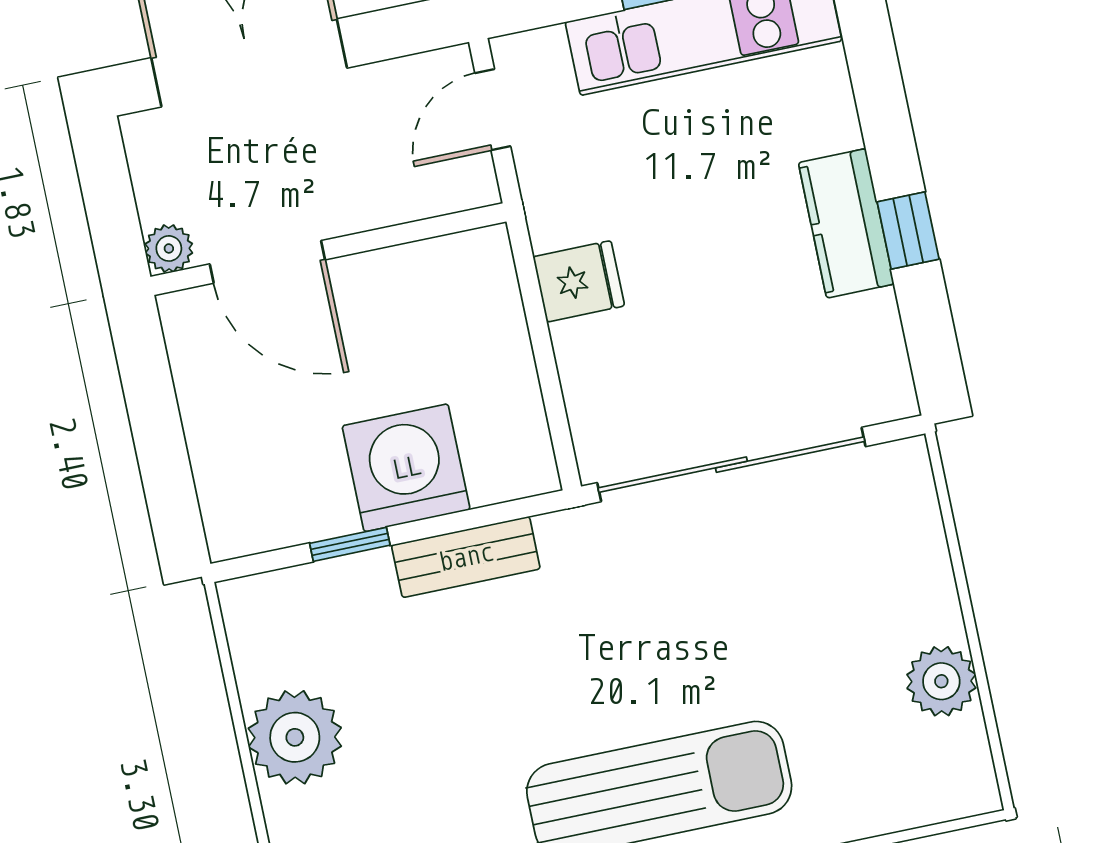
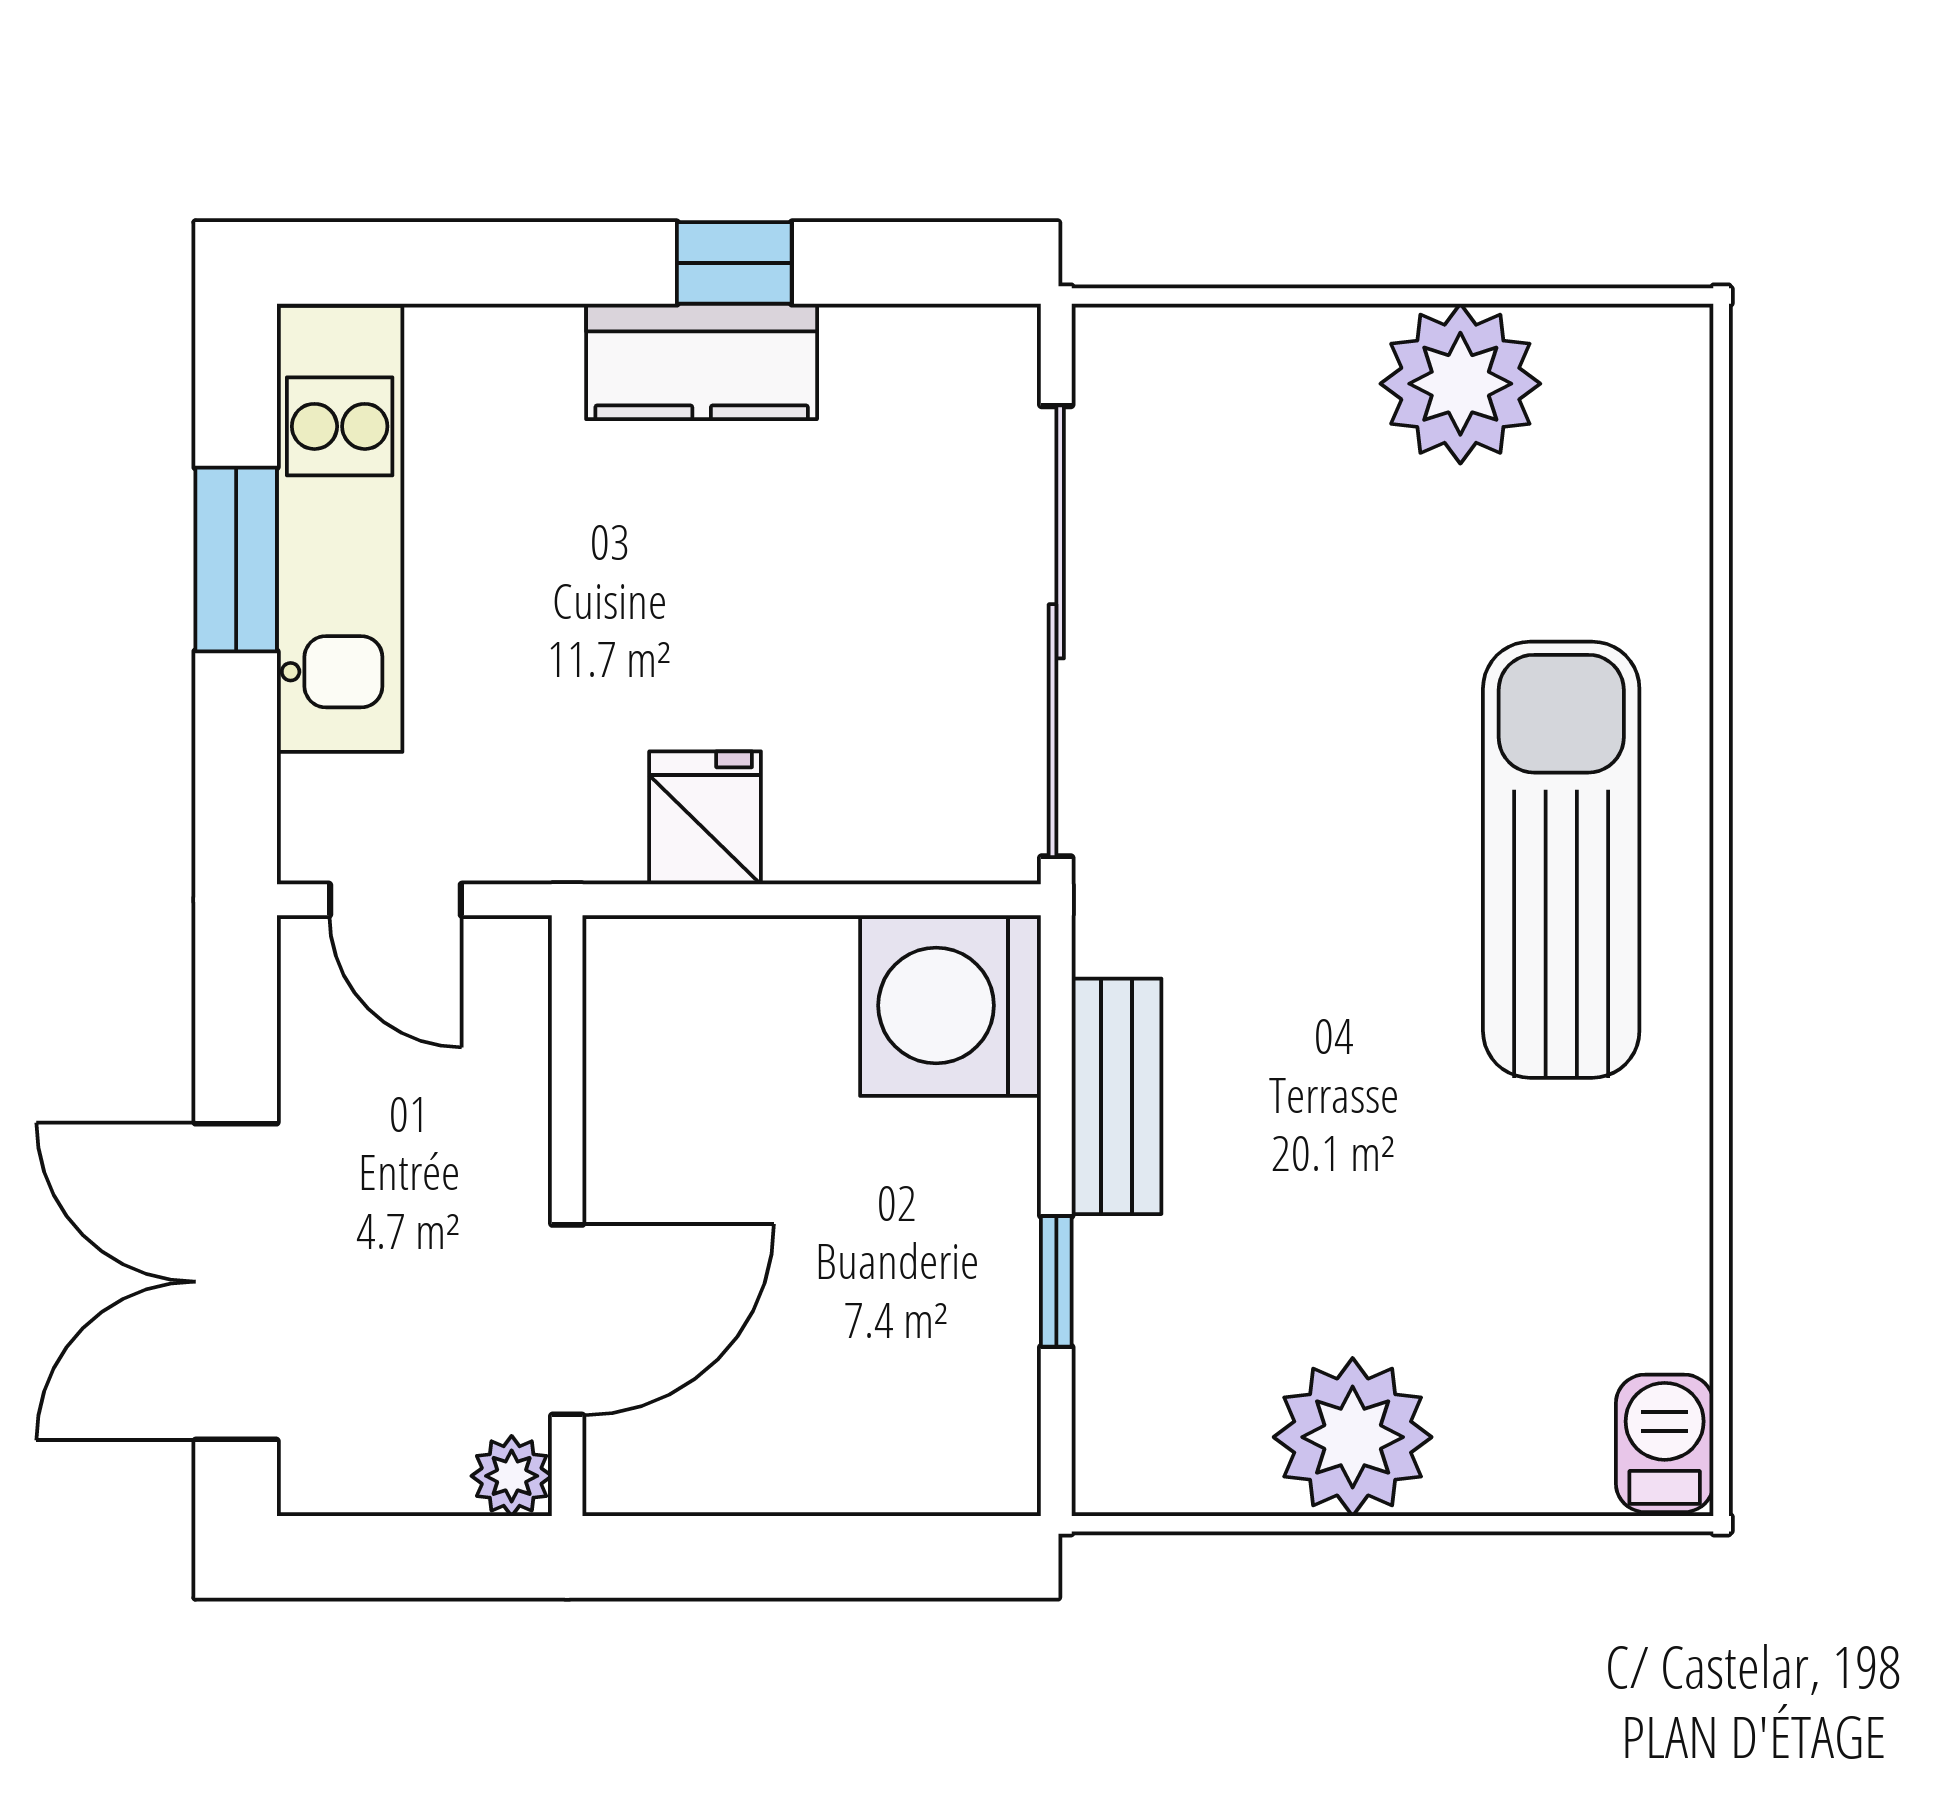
washing machine: (406, 468) -> (951, 1005), moved
plant: (941, 681) -> (1460, 384), width x1.36, depth x1.36

